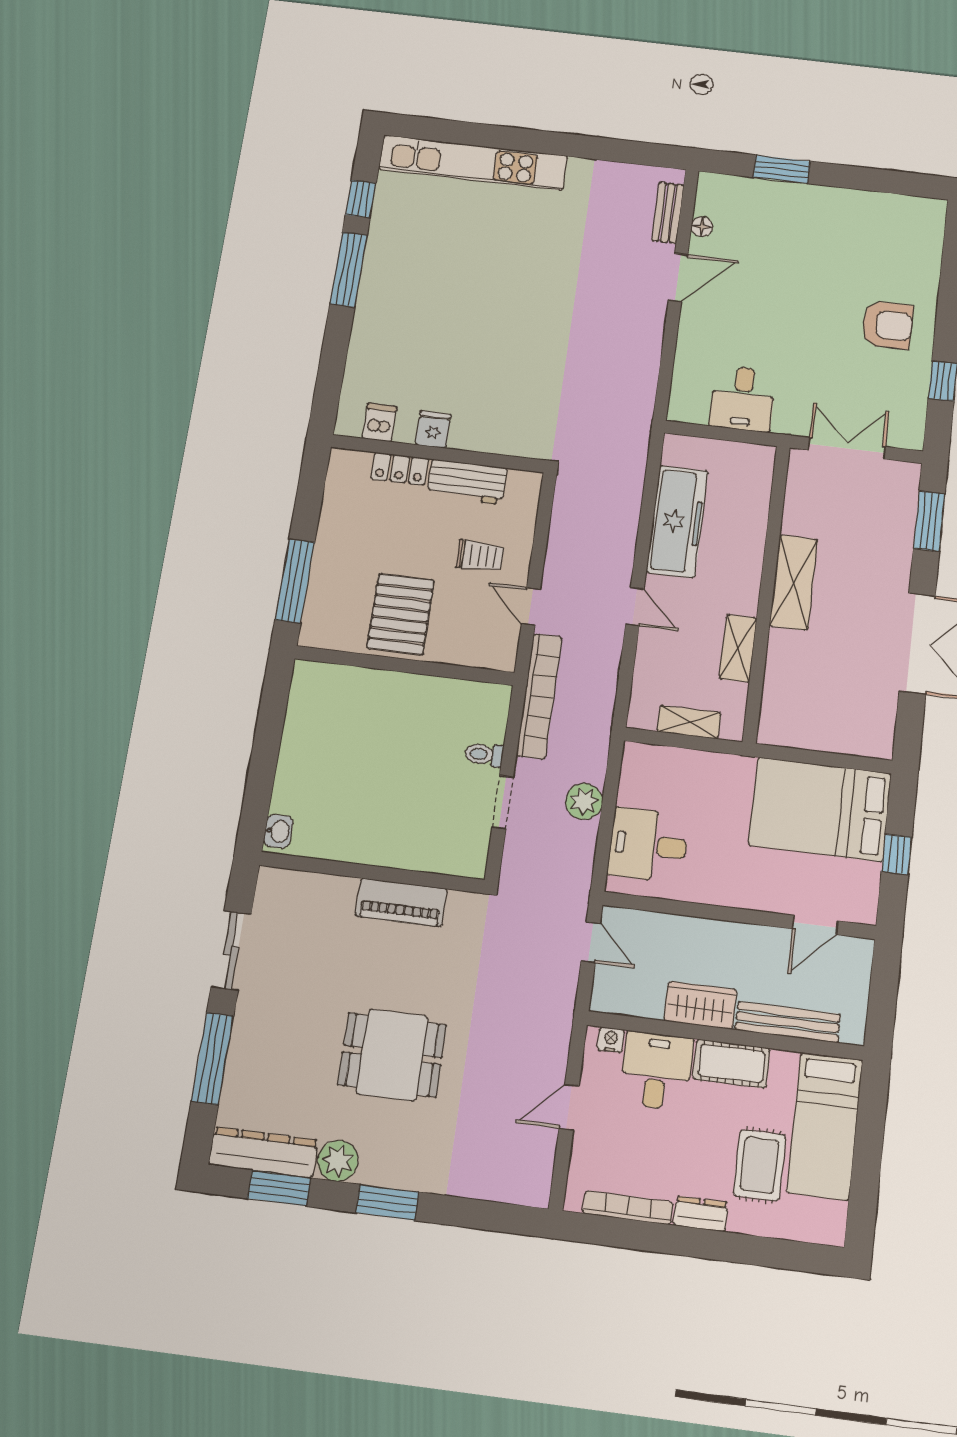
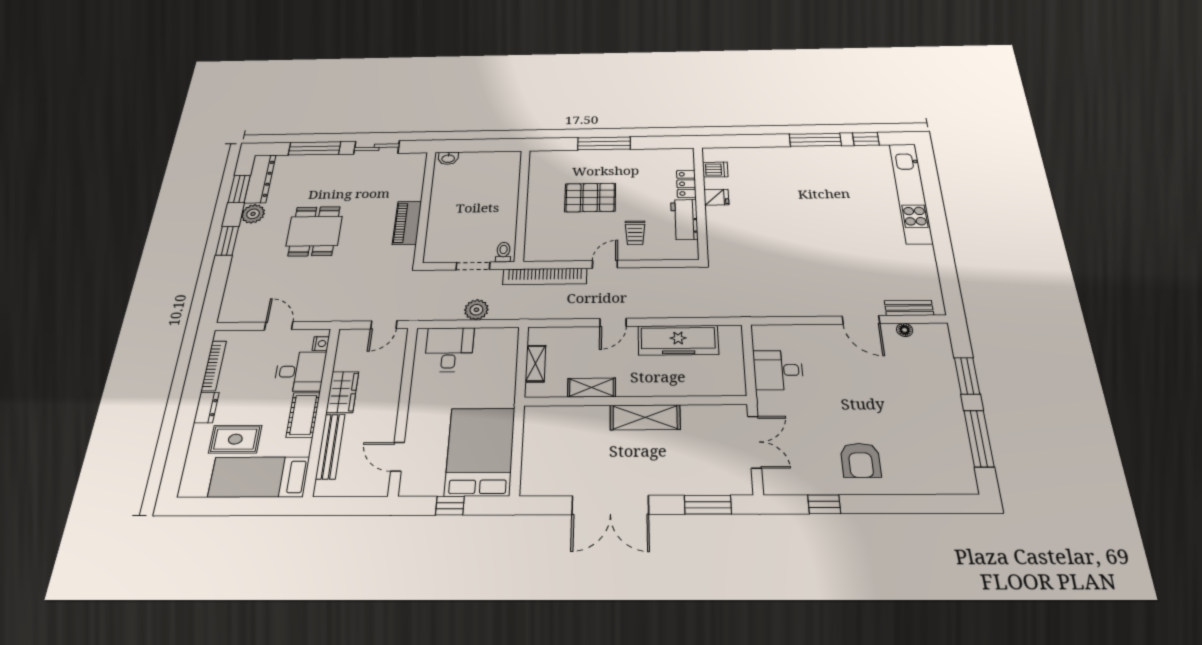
window: (873, 180) -> (979, 438), added
wall: (405, 666) -> (522, 205), moved

